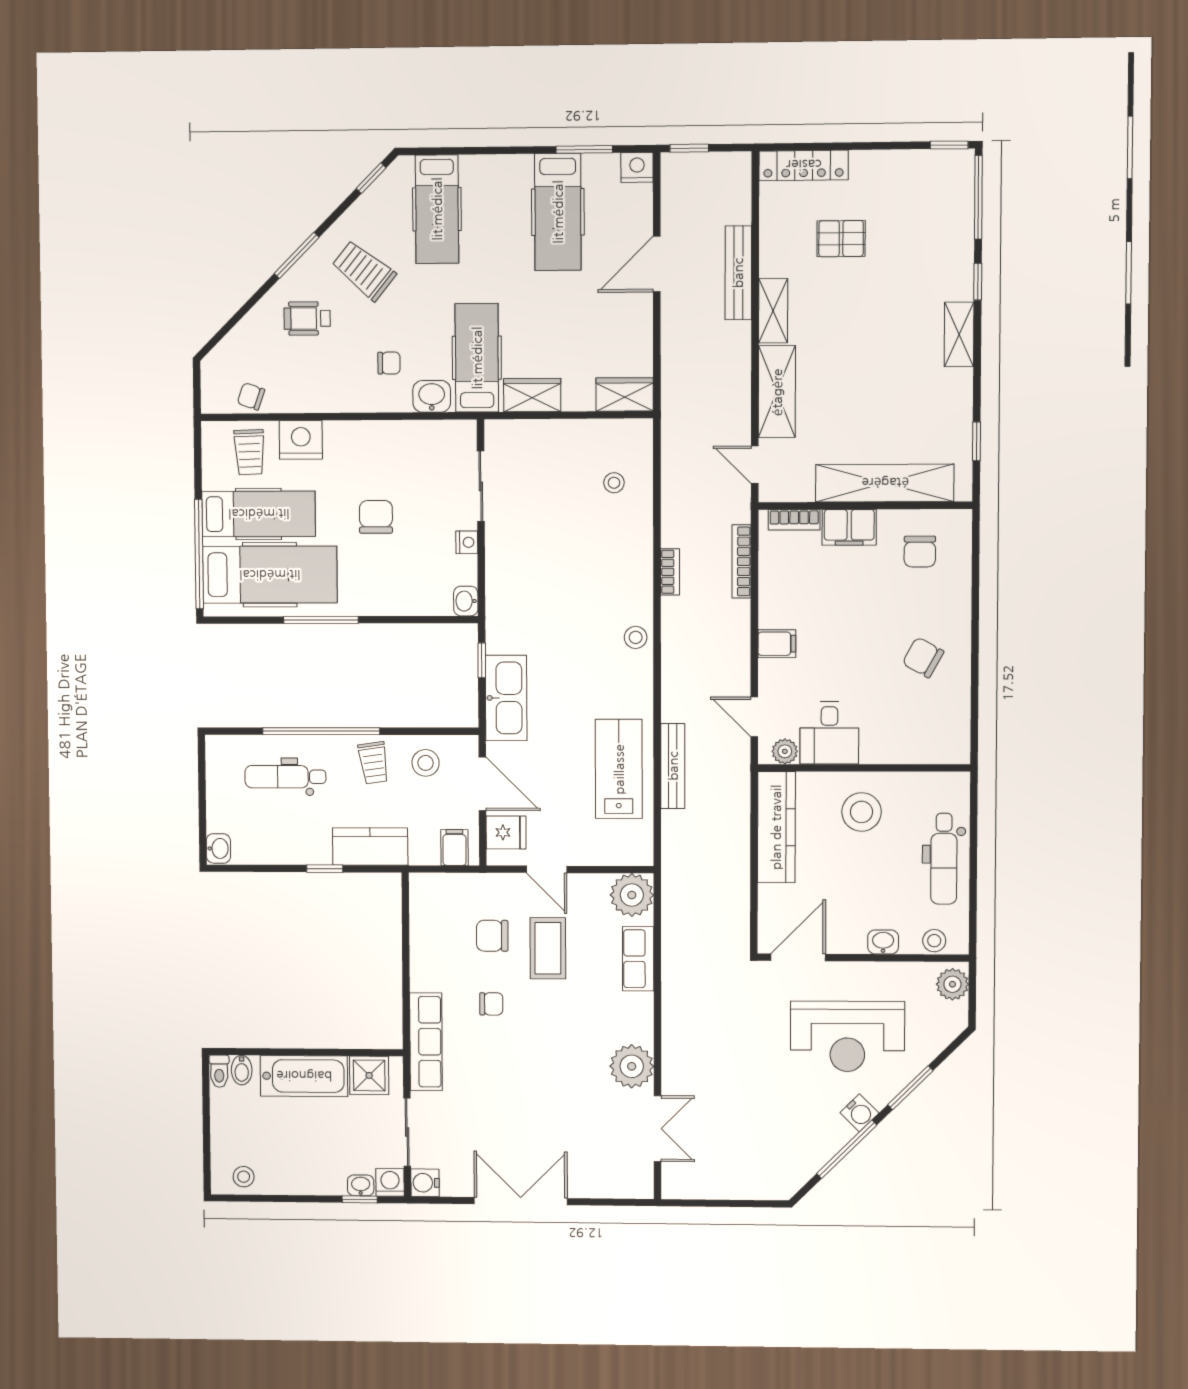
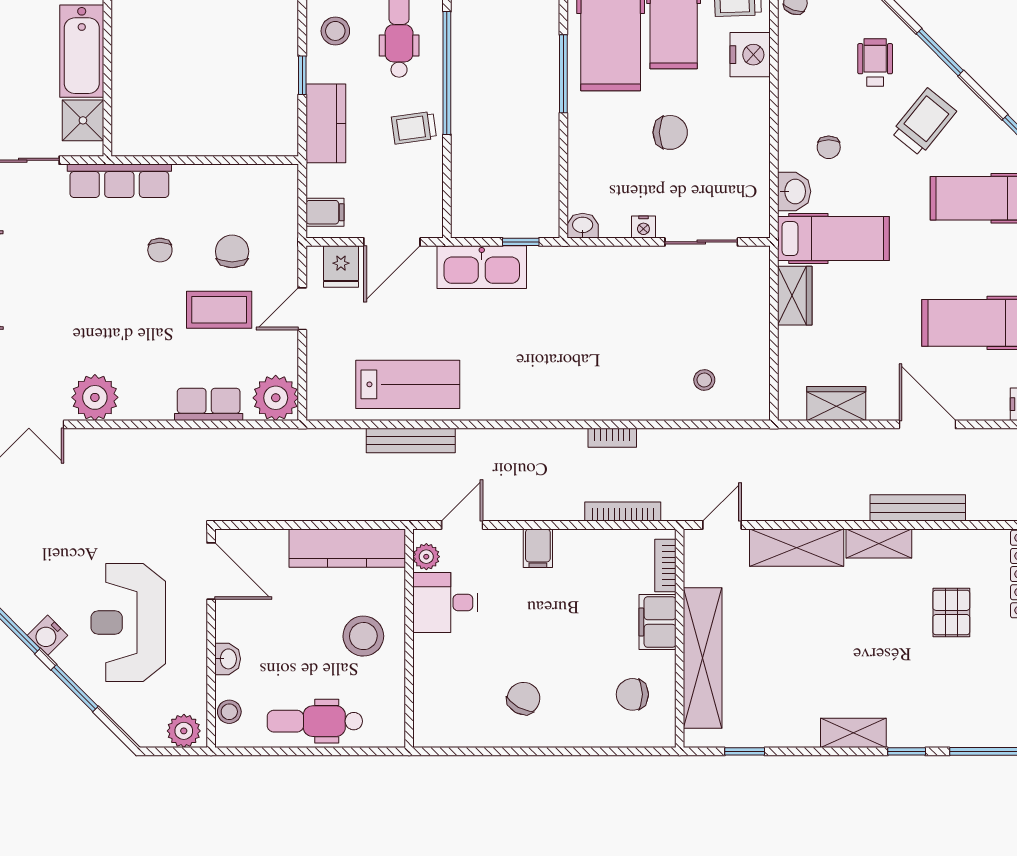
wardrobe: (625, 394) -> (836, 404), moved, turned -90
stool: (636, 637) -> (545, 402), removed
stool: (426, 763) -> (335, 31), moved

